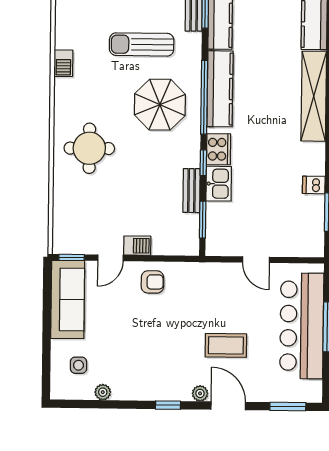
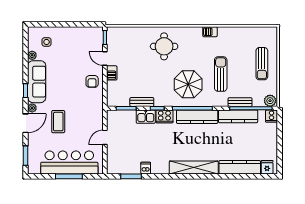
sofa: (68, 299) -> (37, 82), moved, turned -90

